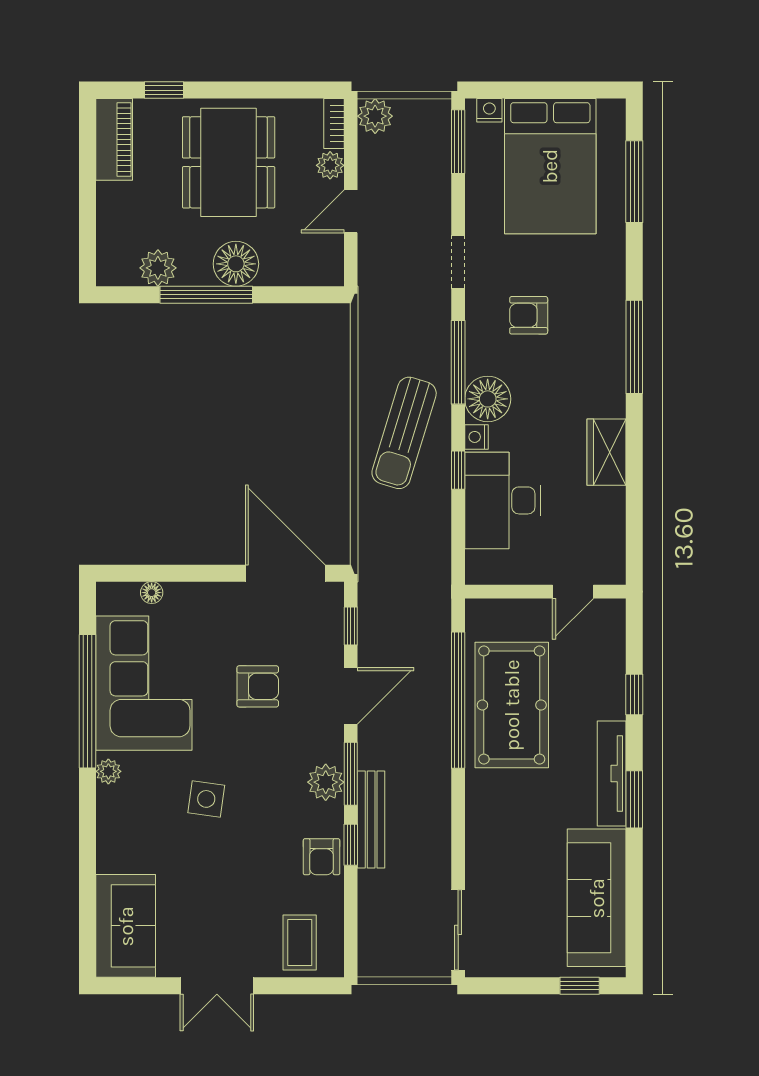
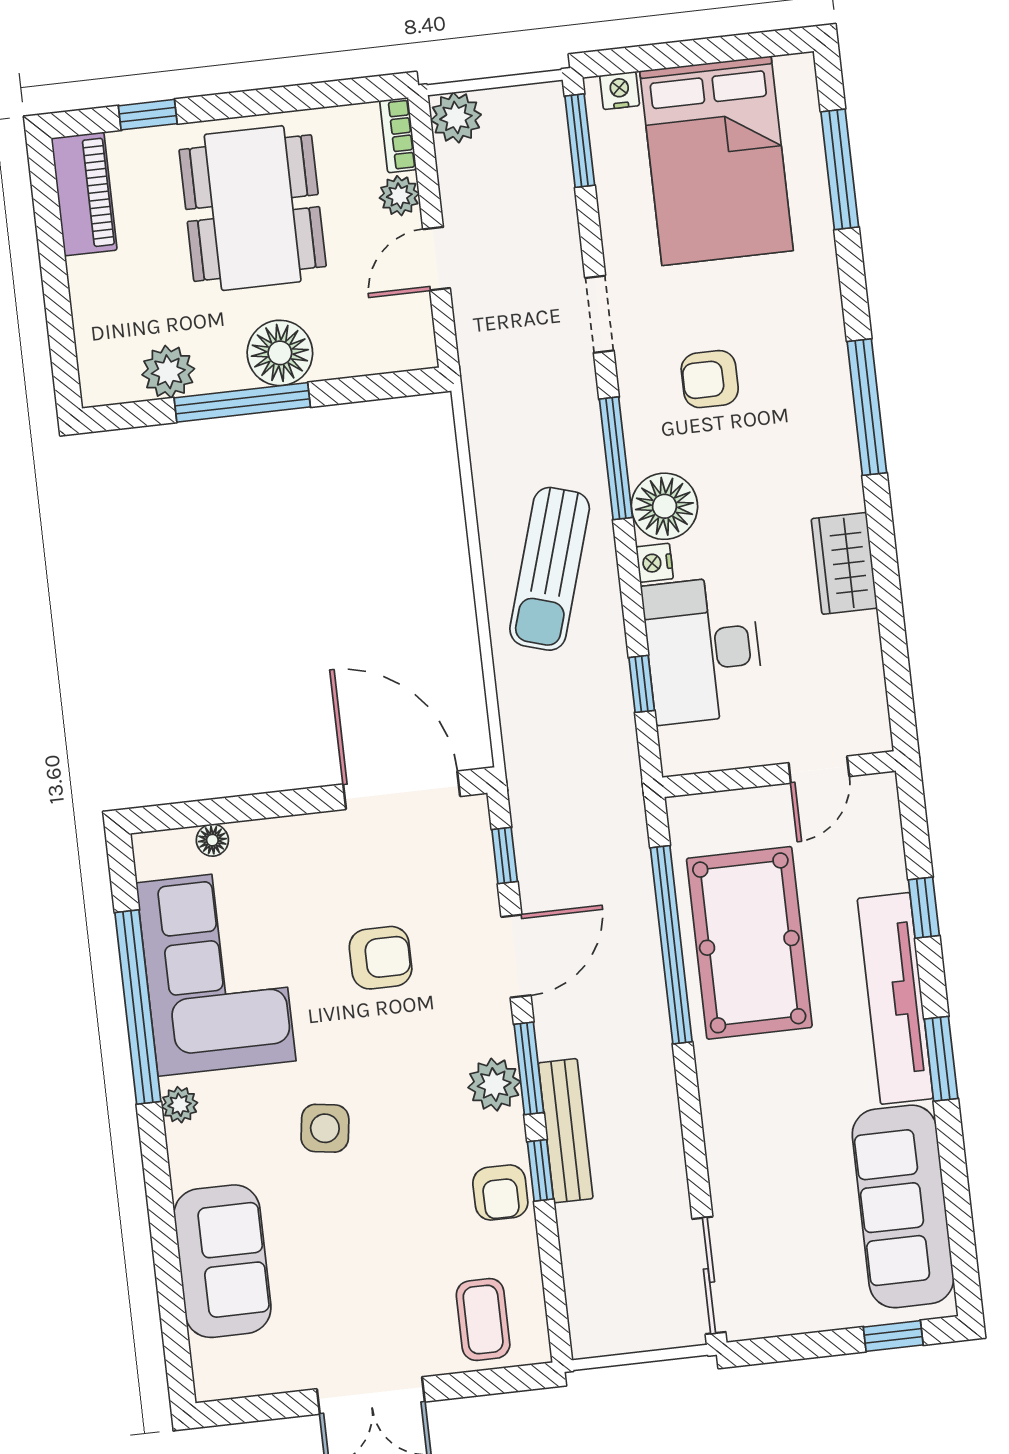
window: (458, 470) -> (642, 684), moved
tv unit: (612, 774) -> (895, 998), width x1.36, depth x1.29
sofa: (126, 926) -> (222, 1261), moved

